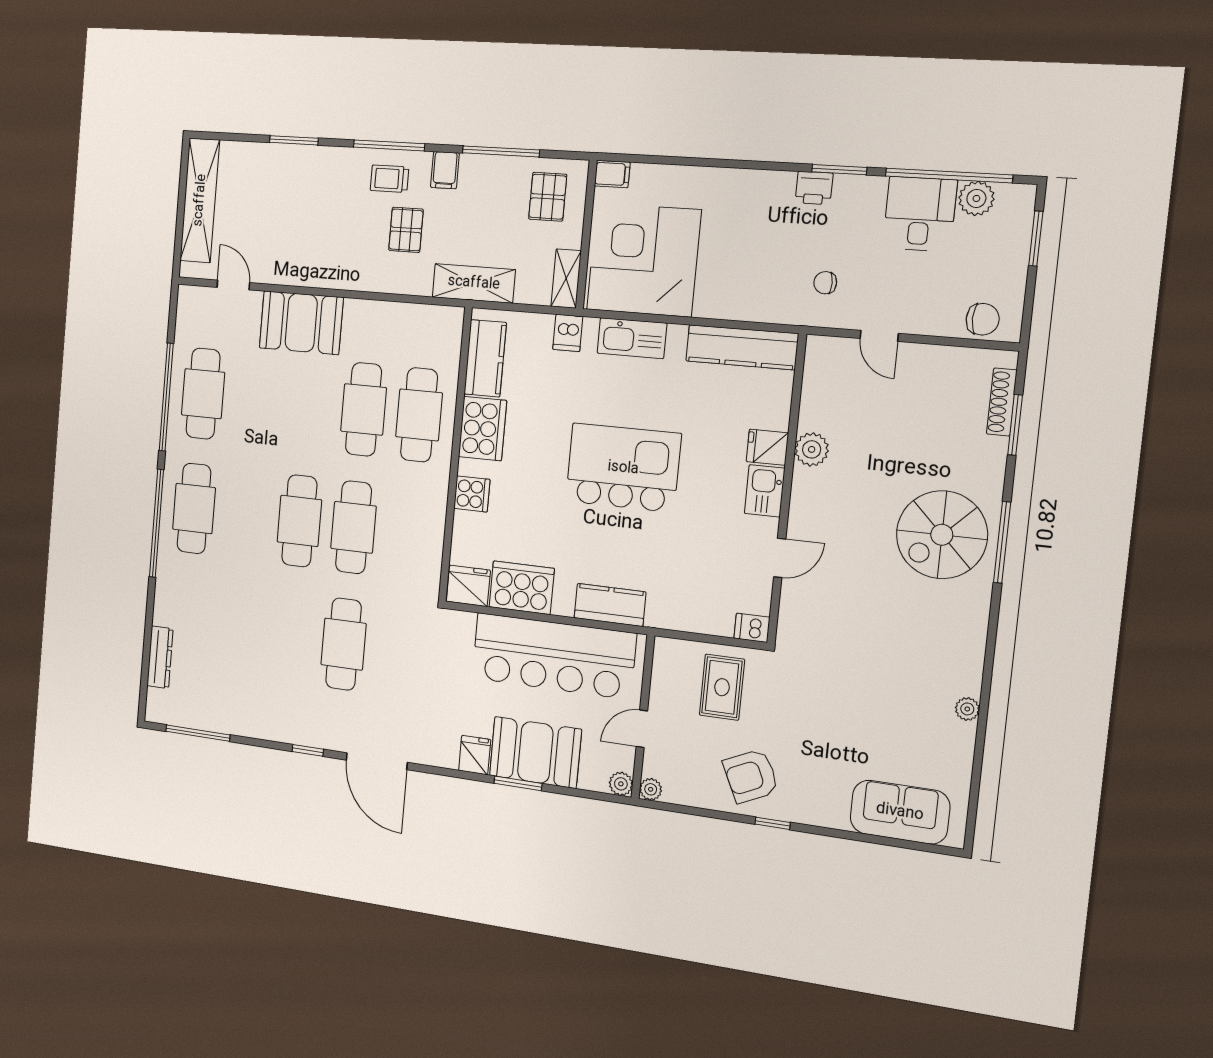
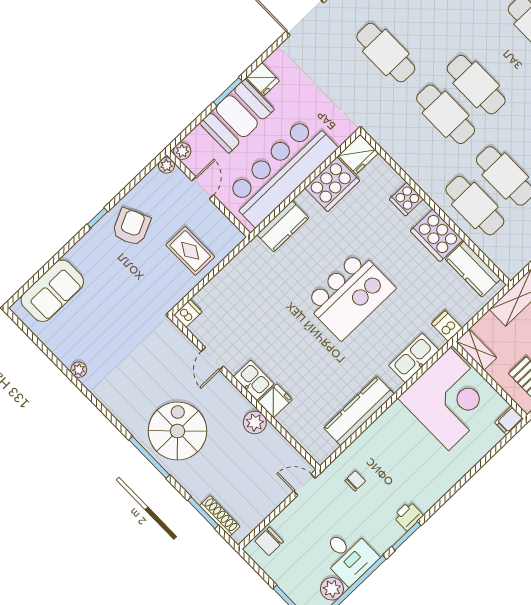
fridge: (767, 447) -> (275, 401), moved
plant: (812, 449) -> (255, 422), moved
wall: (787, 489) -> (245, 392), moved
kitchen sink: (765, 491) -> (254, 380), moved
door: (780, 558) -> (212, 359), moved
dishwasher: (752, 628) -> (188, 313), moved

